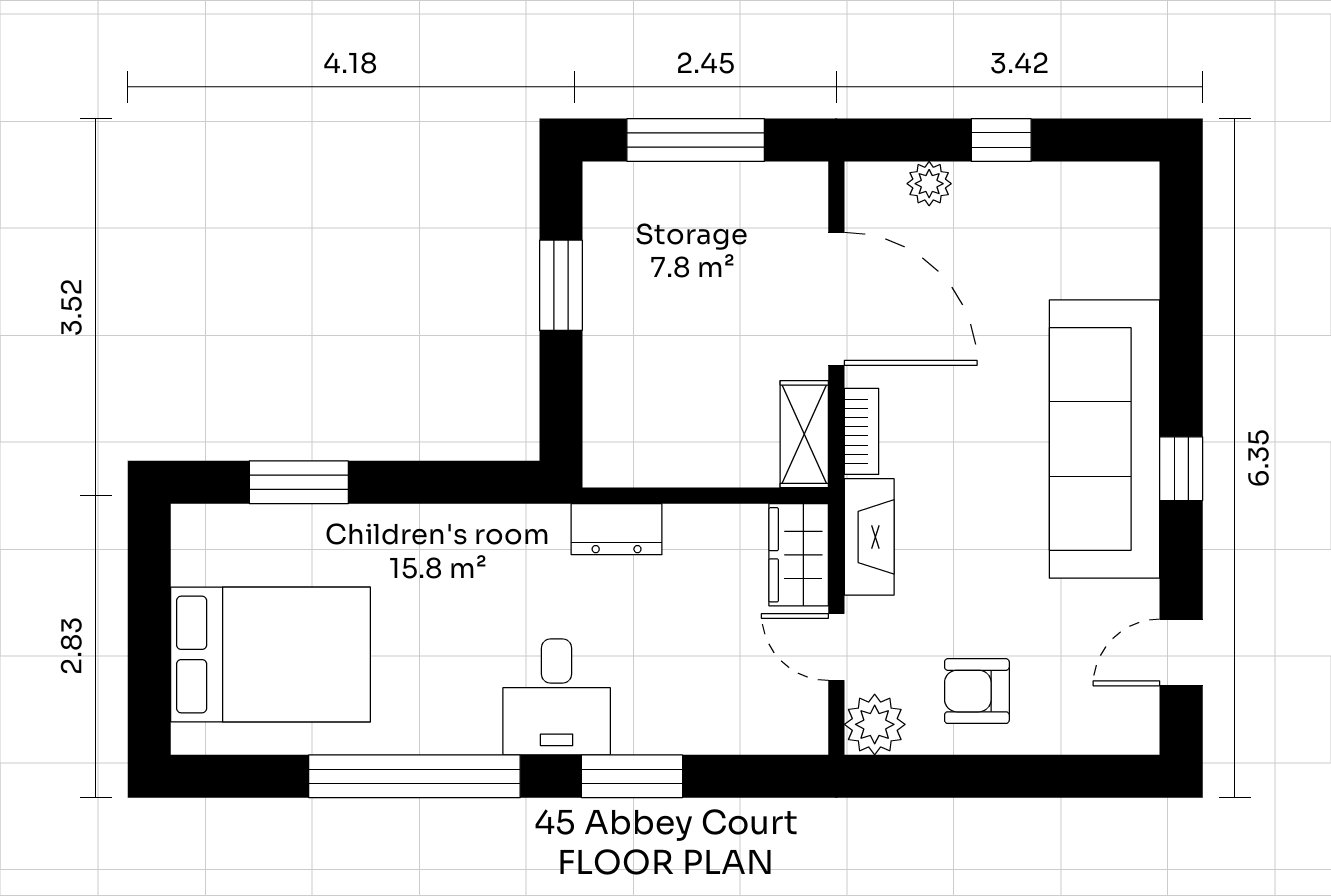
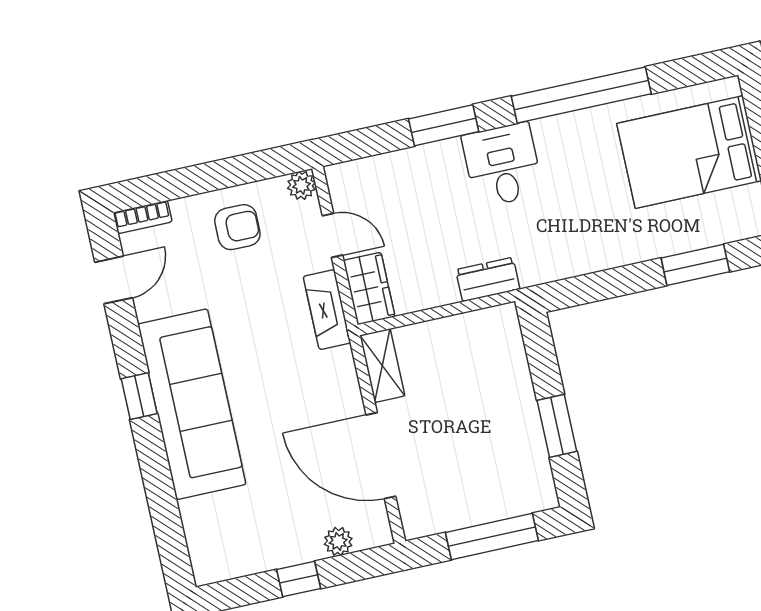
bookcase: (862, 431) -> (143, 217), moved, turned -90
plant: (875, 724) -> (301, 185), width x0.73, depth x0.73

